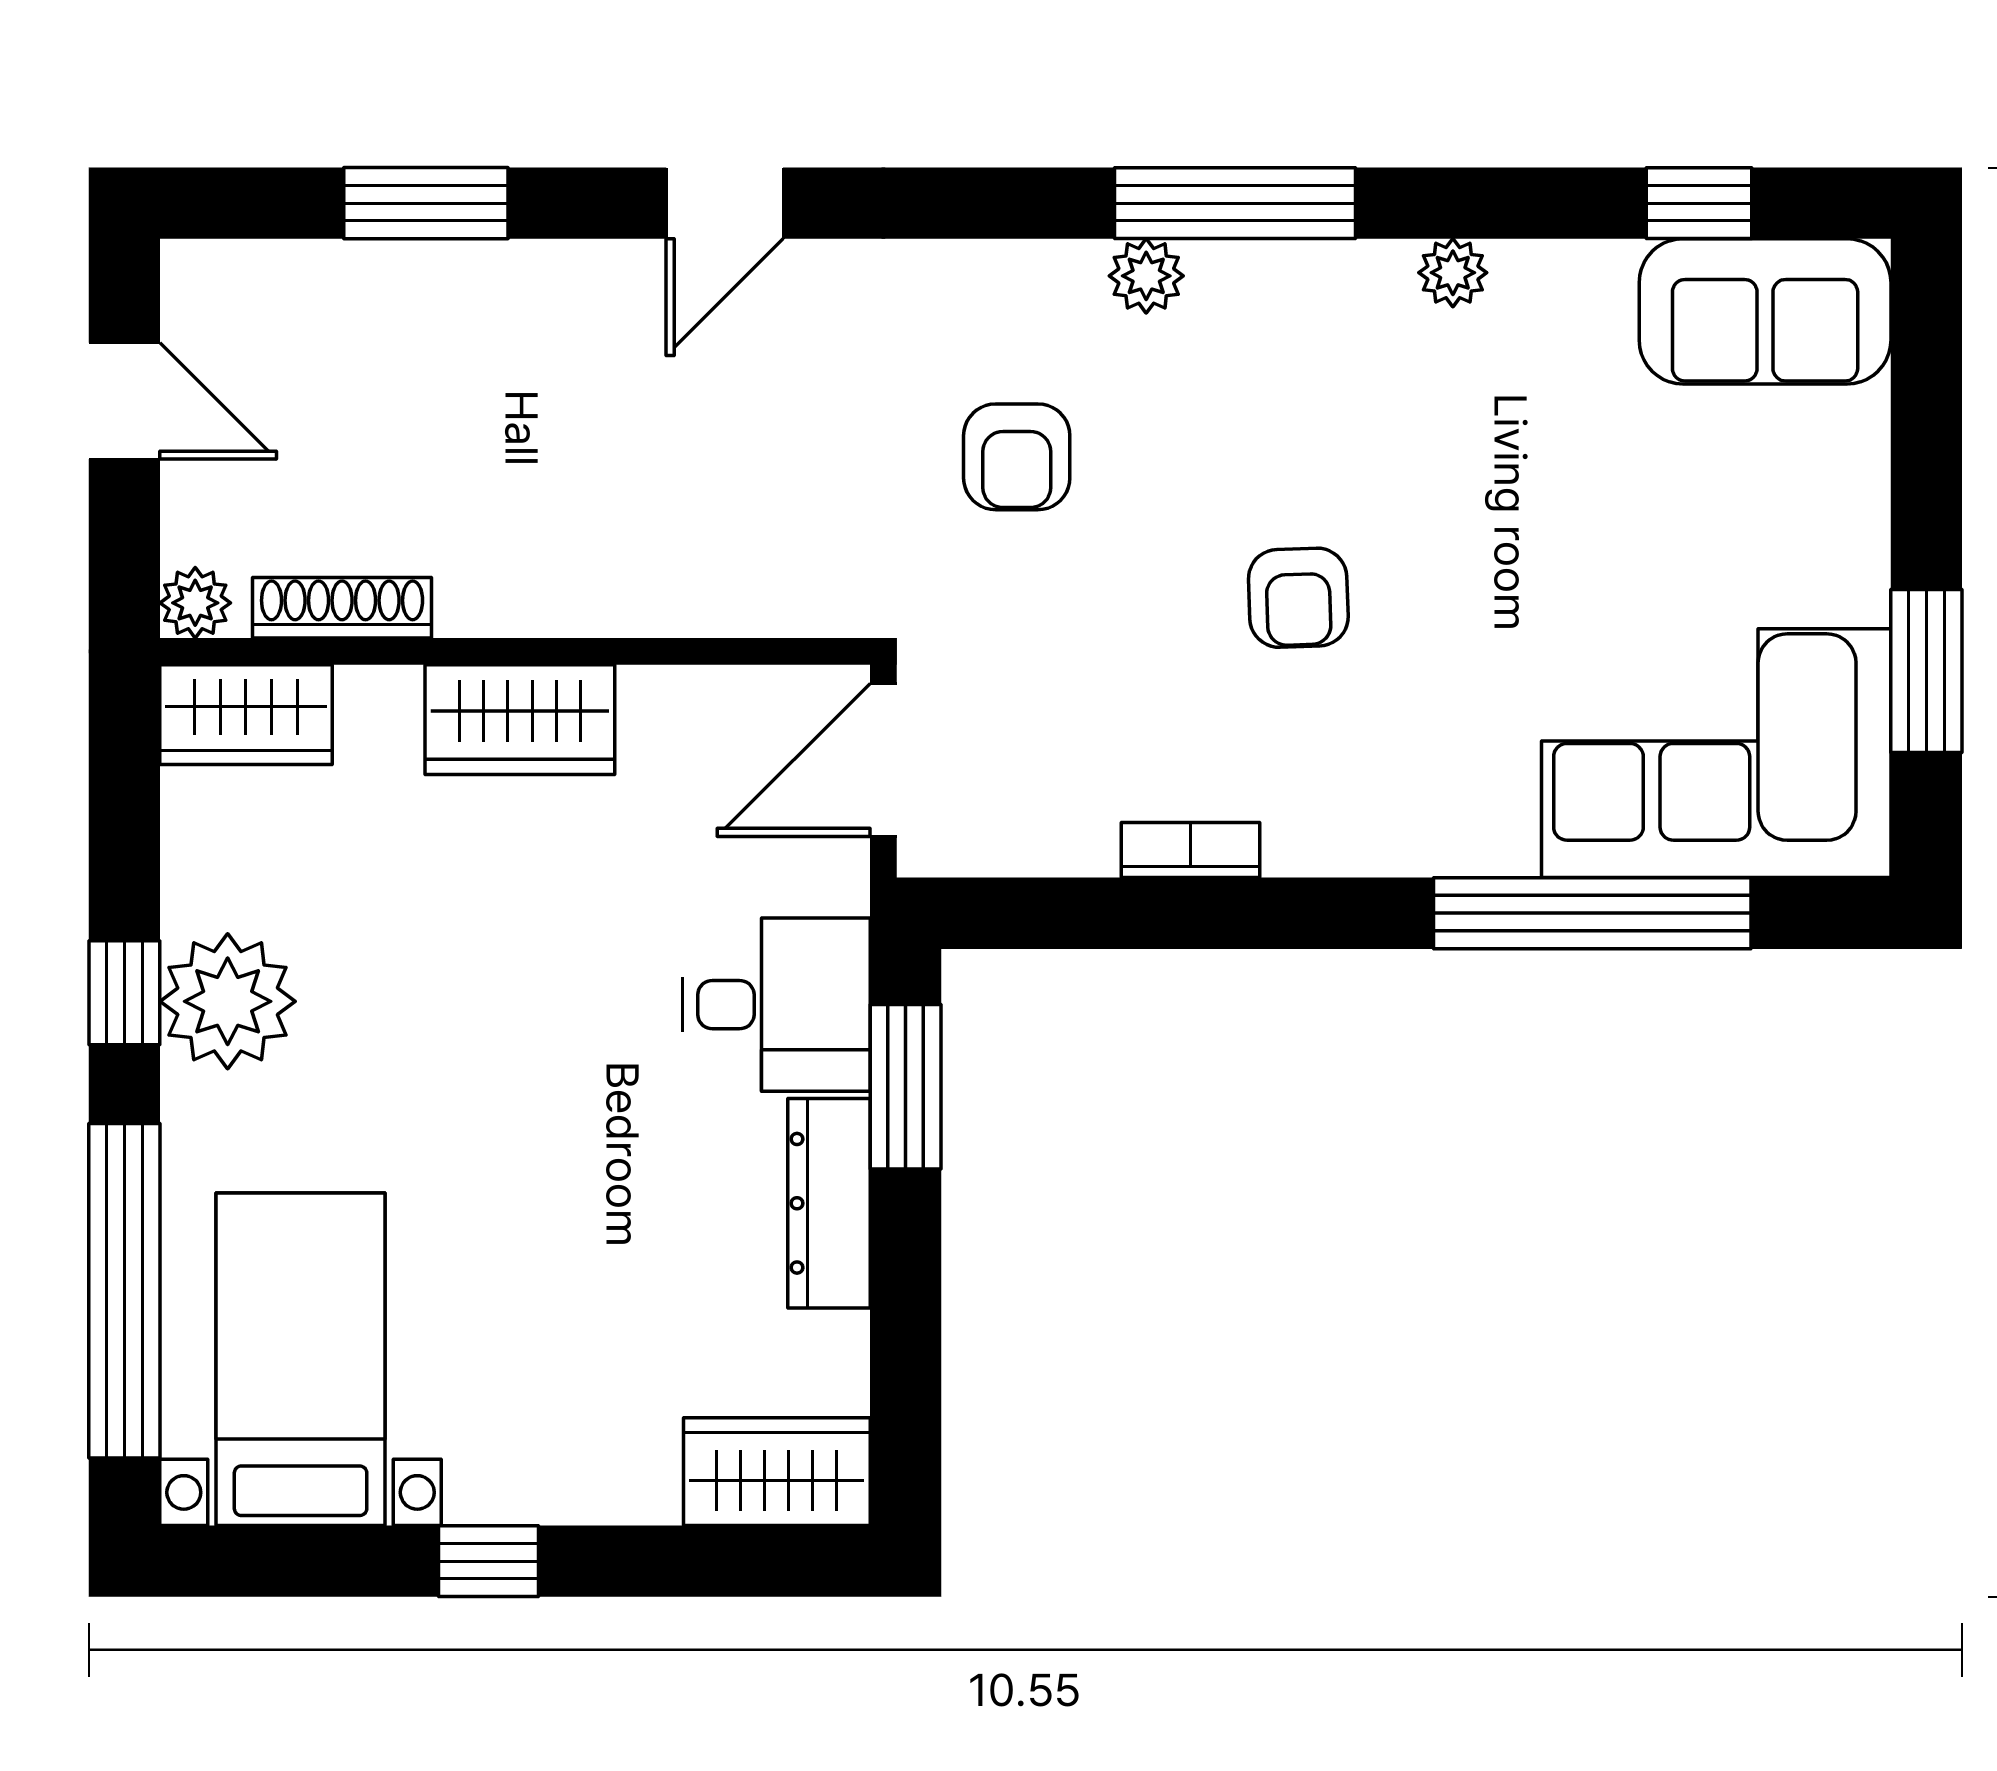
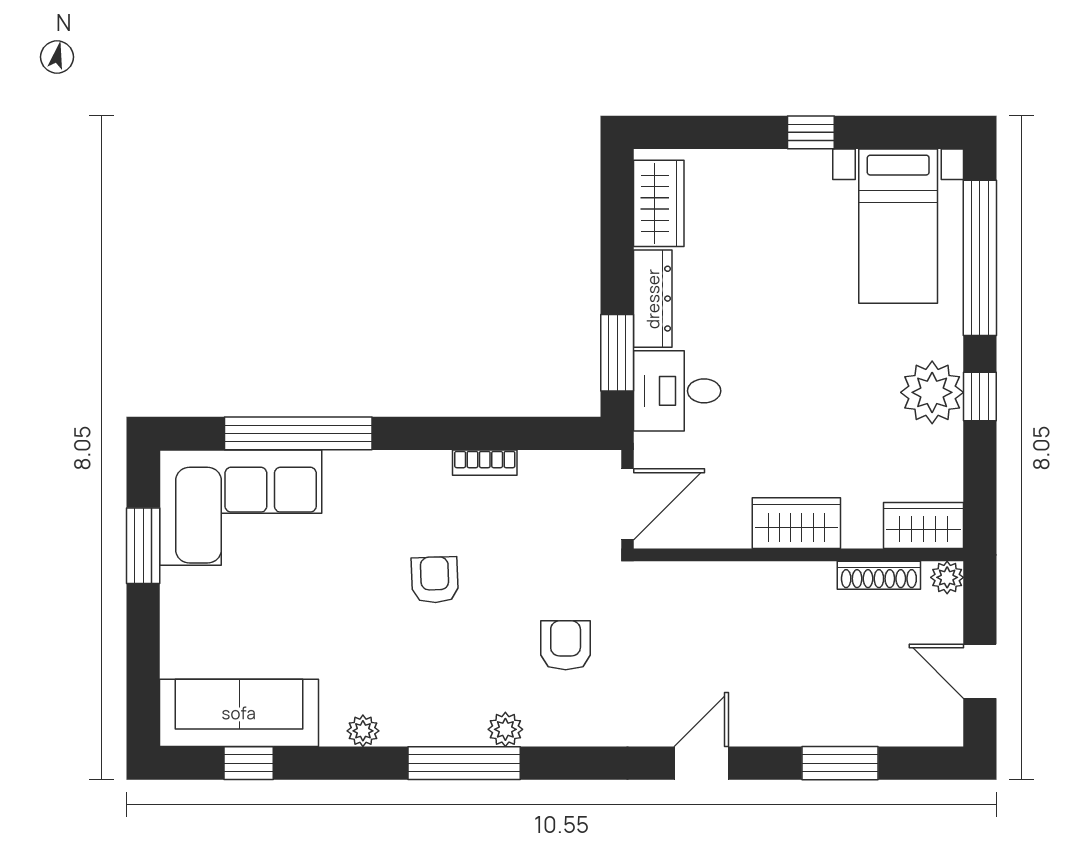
sofa: (1765, 311) -> (239, 713), width x1.36
wardrobe: (777, 1472) -> (659, 203), moved, turned -90

